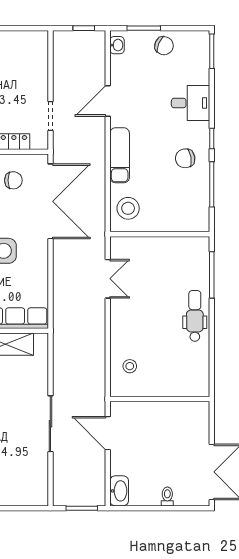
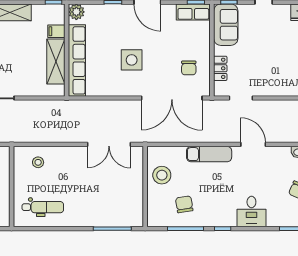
chair: (185, 158) -> (184, 204), moved
stool: (128, 208) -> (162, 175), moved
double door: (108, 279) -> (109, 144), width x1.37
dental chair: (195, 316) -> (43, 207), moved

